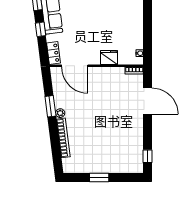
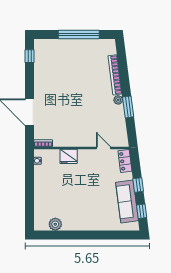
door: (75, 66) -> (103, 148), width x0.53
window: (99, 178) -> (79, 35), width x2.11

